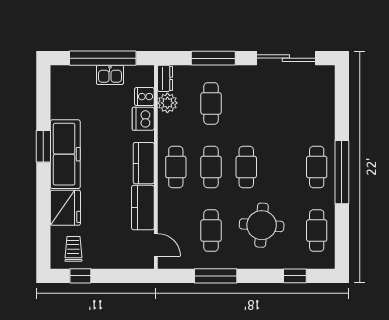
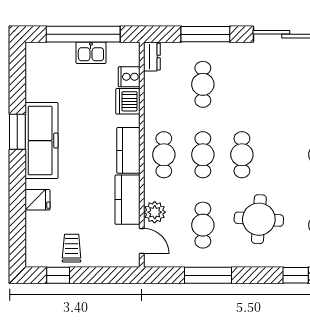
plant: (167, 103) -> (155, 212), moved
fridge: (65, 208) -> (37, 200), width x0.53, depth x0.75
trolley: (73, 249) -> (72, 248), moved

